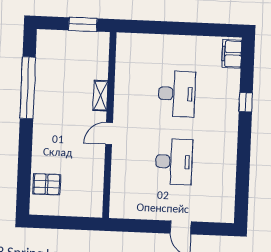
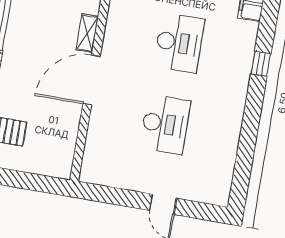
door: (109, 133) -> (91, 80), width x1.87

